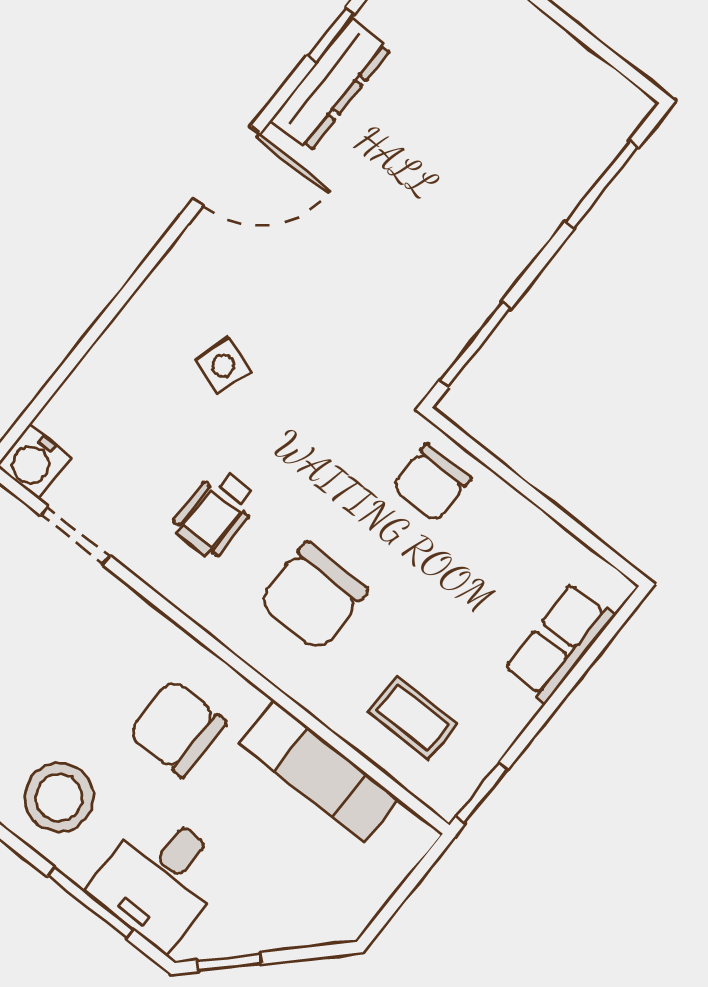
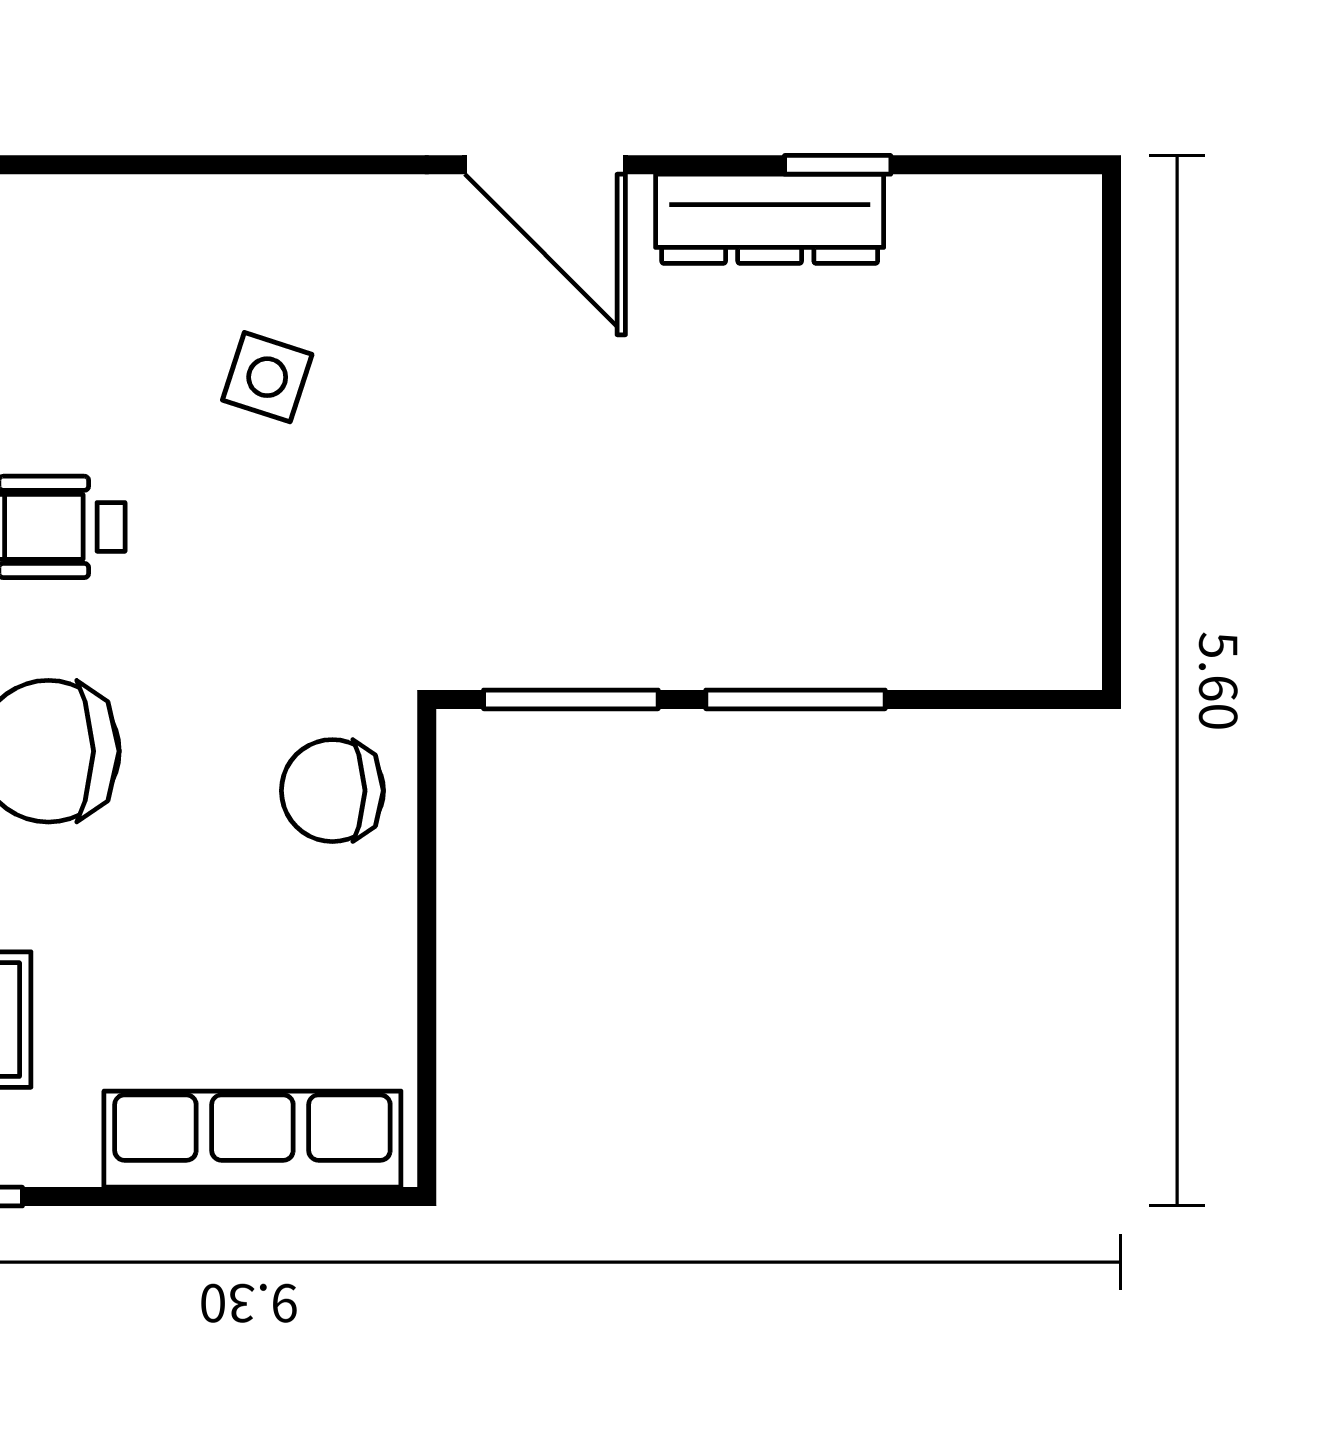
window: (602, 185) -> (796, 699), moved
row of seats: (559, 643) -> (252, 1139), width x1.48

